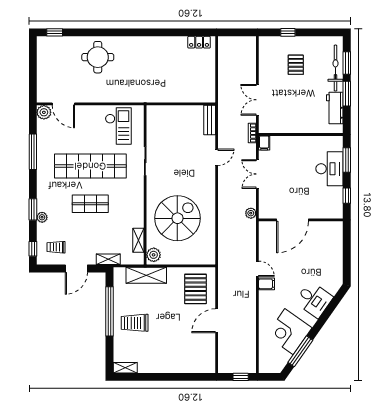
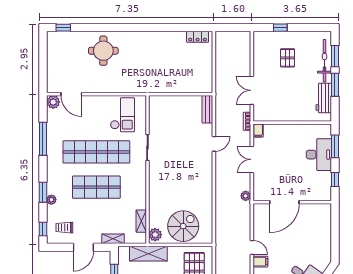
shop shelf: (90, 204) -> (96, 187), width x1.43, depth x1.36
spiral stairs: (177, 218) -> (183, 226), moved, width x0.73, depth x0.73

